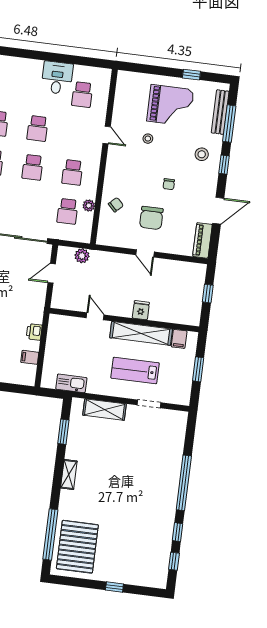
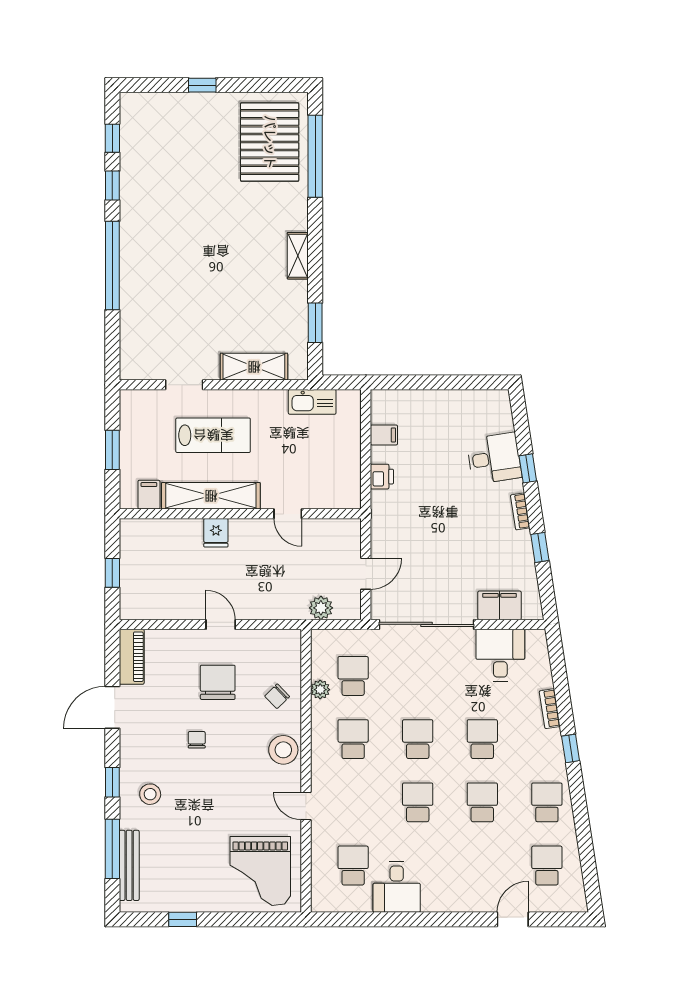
grand piano: (170, 105) -> (260, 871), moved, turned -90
stool: (148, 139) -> (283, 750), moved, width x1.89, depth x1.89

